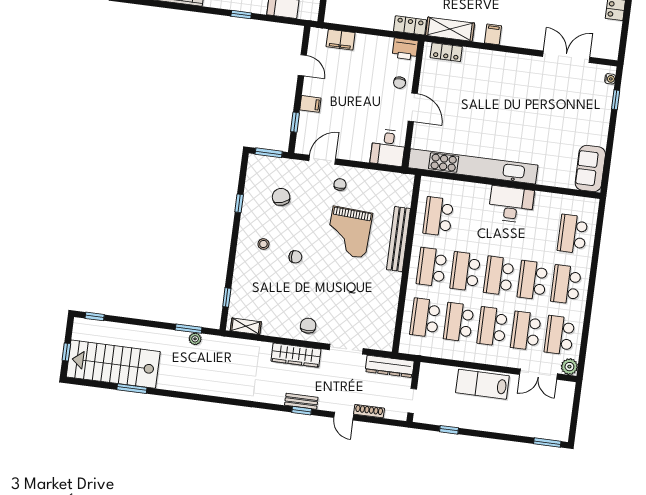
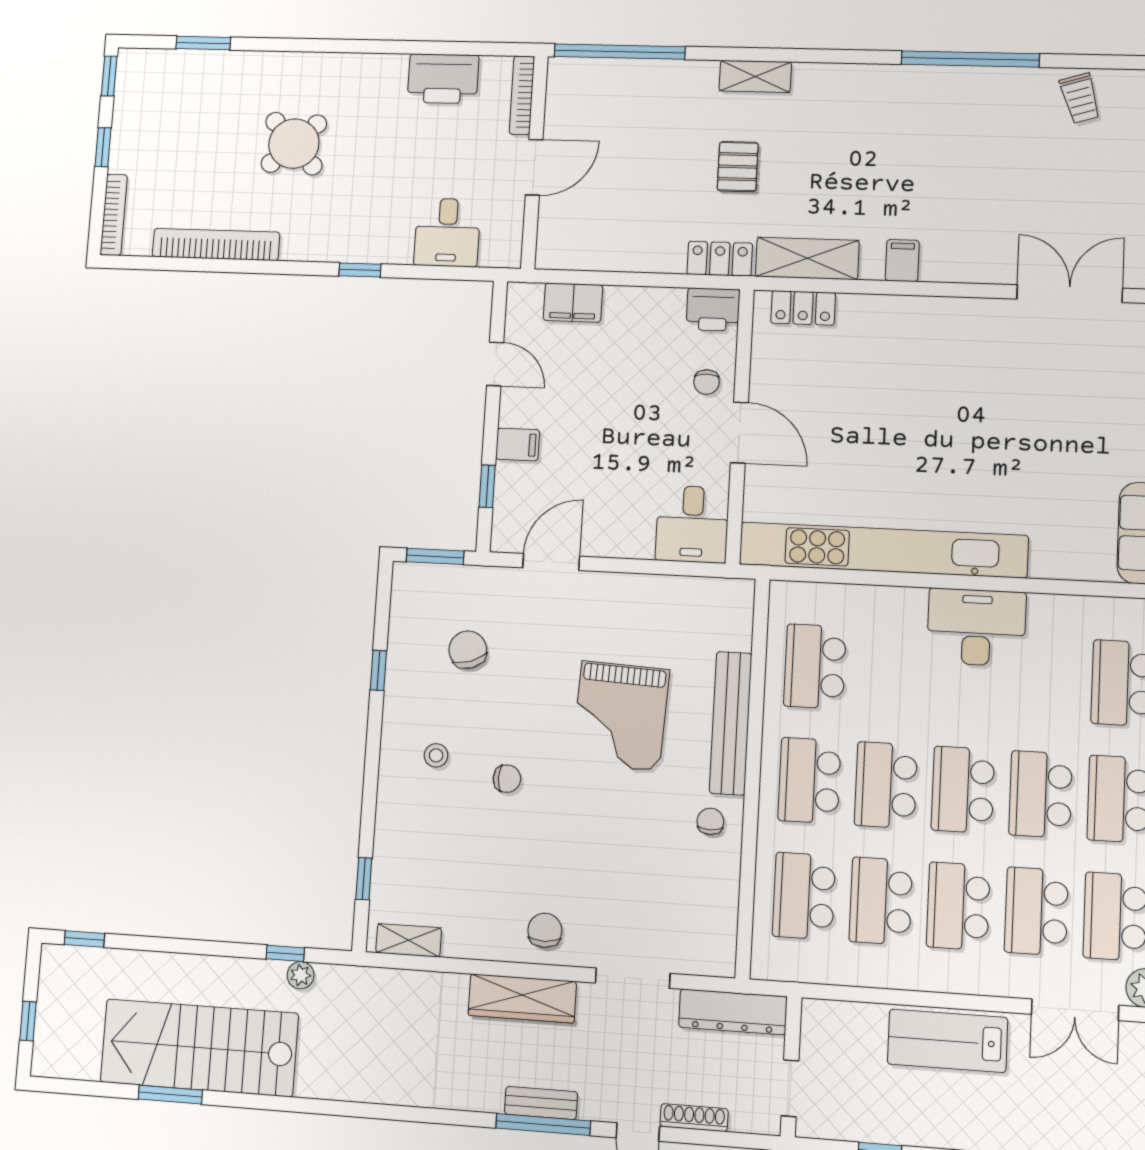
chair: (340, 184) -> (710, 821), moved
window: (189, 329) -> (285, 953), width x0.67
stairs: (113, 364) -> (199, 1048), moved
window: (302, 411) -> (543, 1124), width x2.17

